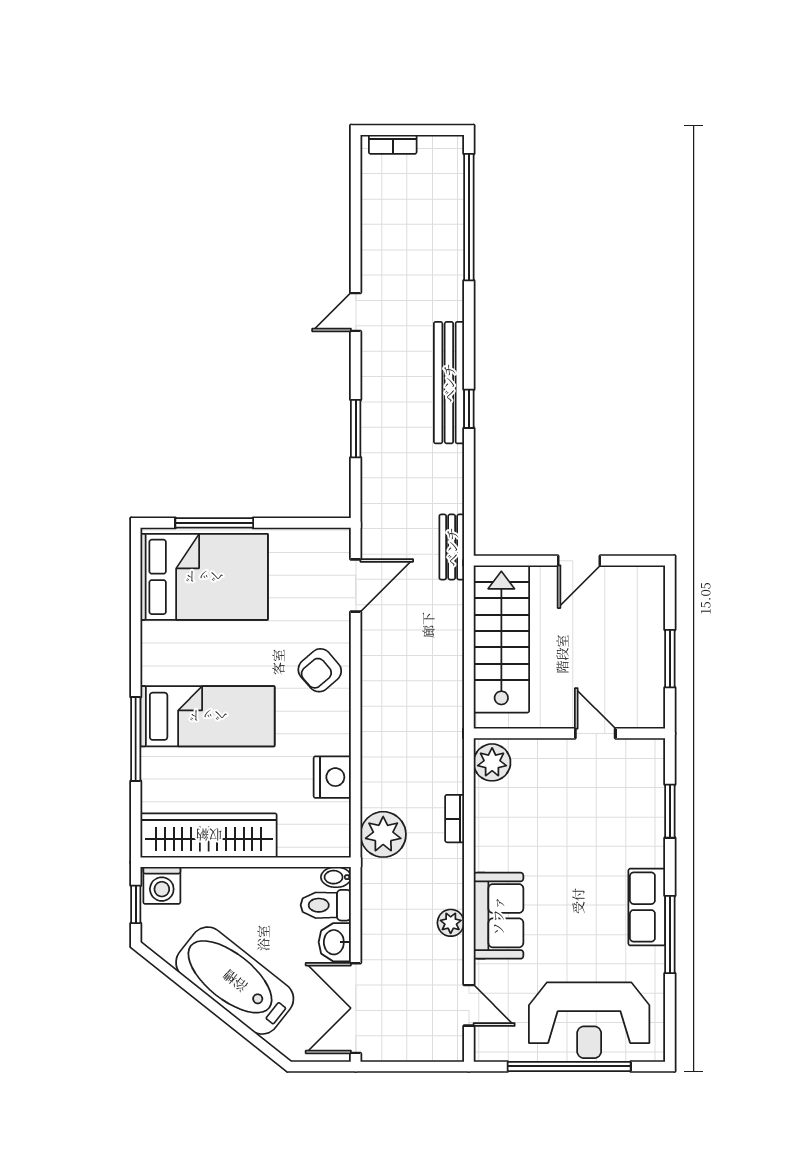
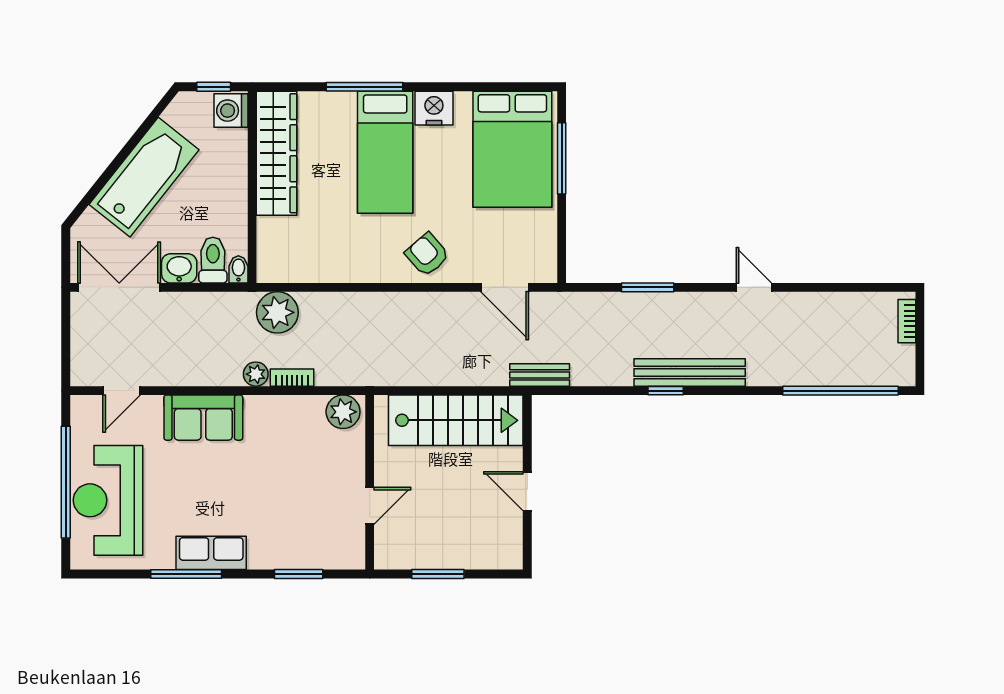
nightstand: (332, 777) -> (434, 108), moved, turned 180
plant: (451, 923) -> (256, 374), moved

